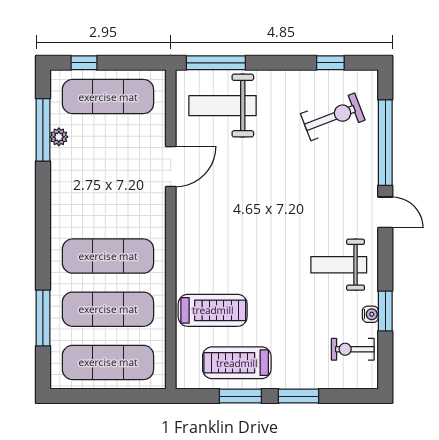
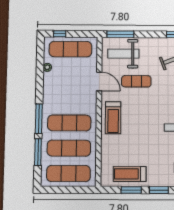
window: (43, 130) -> (39, 119), moved
exercise mat: (251, 166) -> (136, 81), added
door: (171, 167) -> (99, 81), hinge flipped
treadmill: (213, 310) -> (113, 118), moved, turned 90

